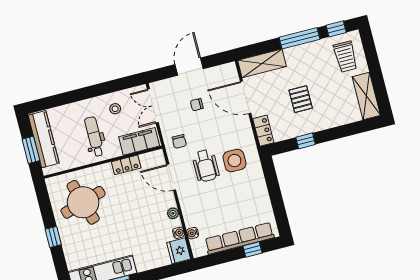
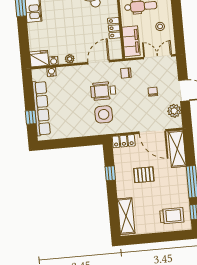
trolley: (345, 57) -> (172, 216), turned 180
plant: (216, 75) -> (174, 111), added
shelving: (366, 96) -> (126, 216), moved, turned 90
door: (246, 97) -> (152, 131), swing flipped

